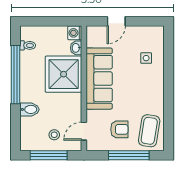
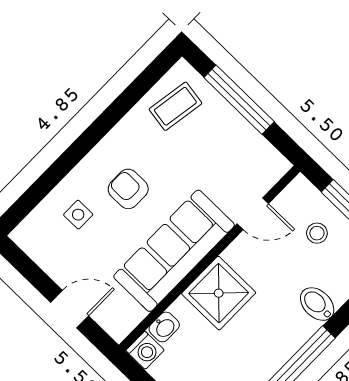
shower: (64, 74) -> (219, 293), width x0.73, depth x0.73
armchair: (119, 129) -> (128, 189), moved
door: (84, 131) -> (253, 214), moved
coffee table: (149, 131) -> (175, 106), width x0.73, depth x0.77

